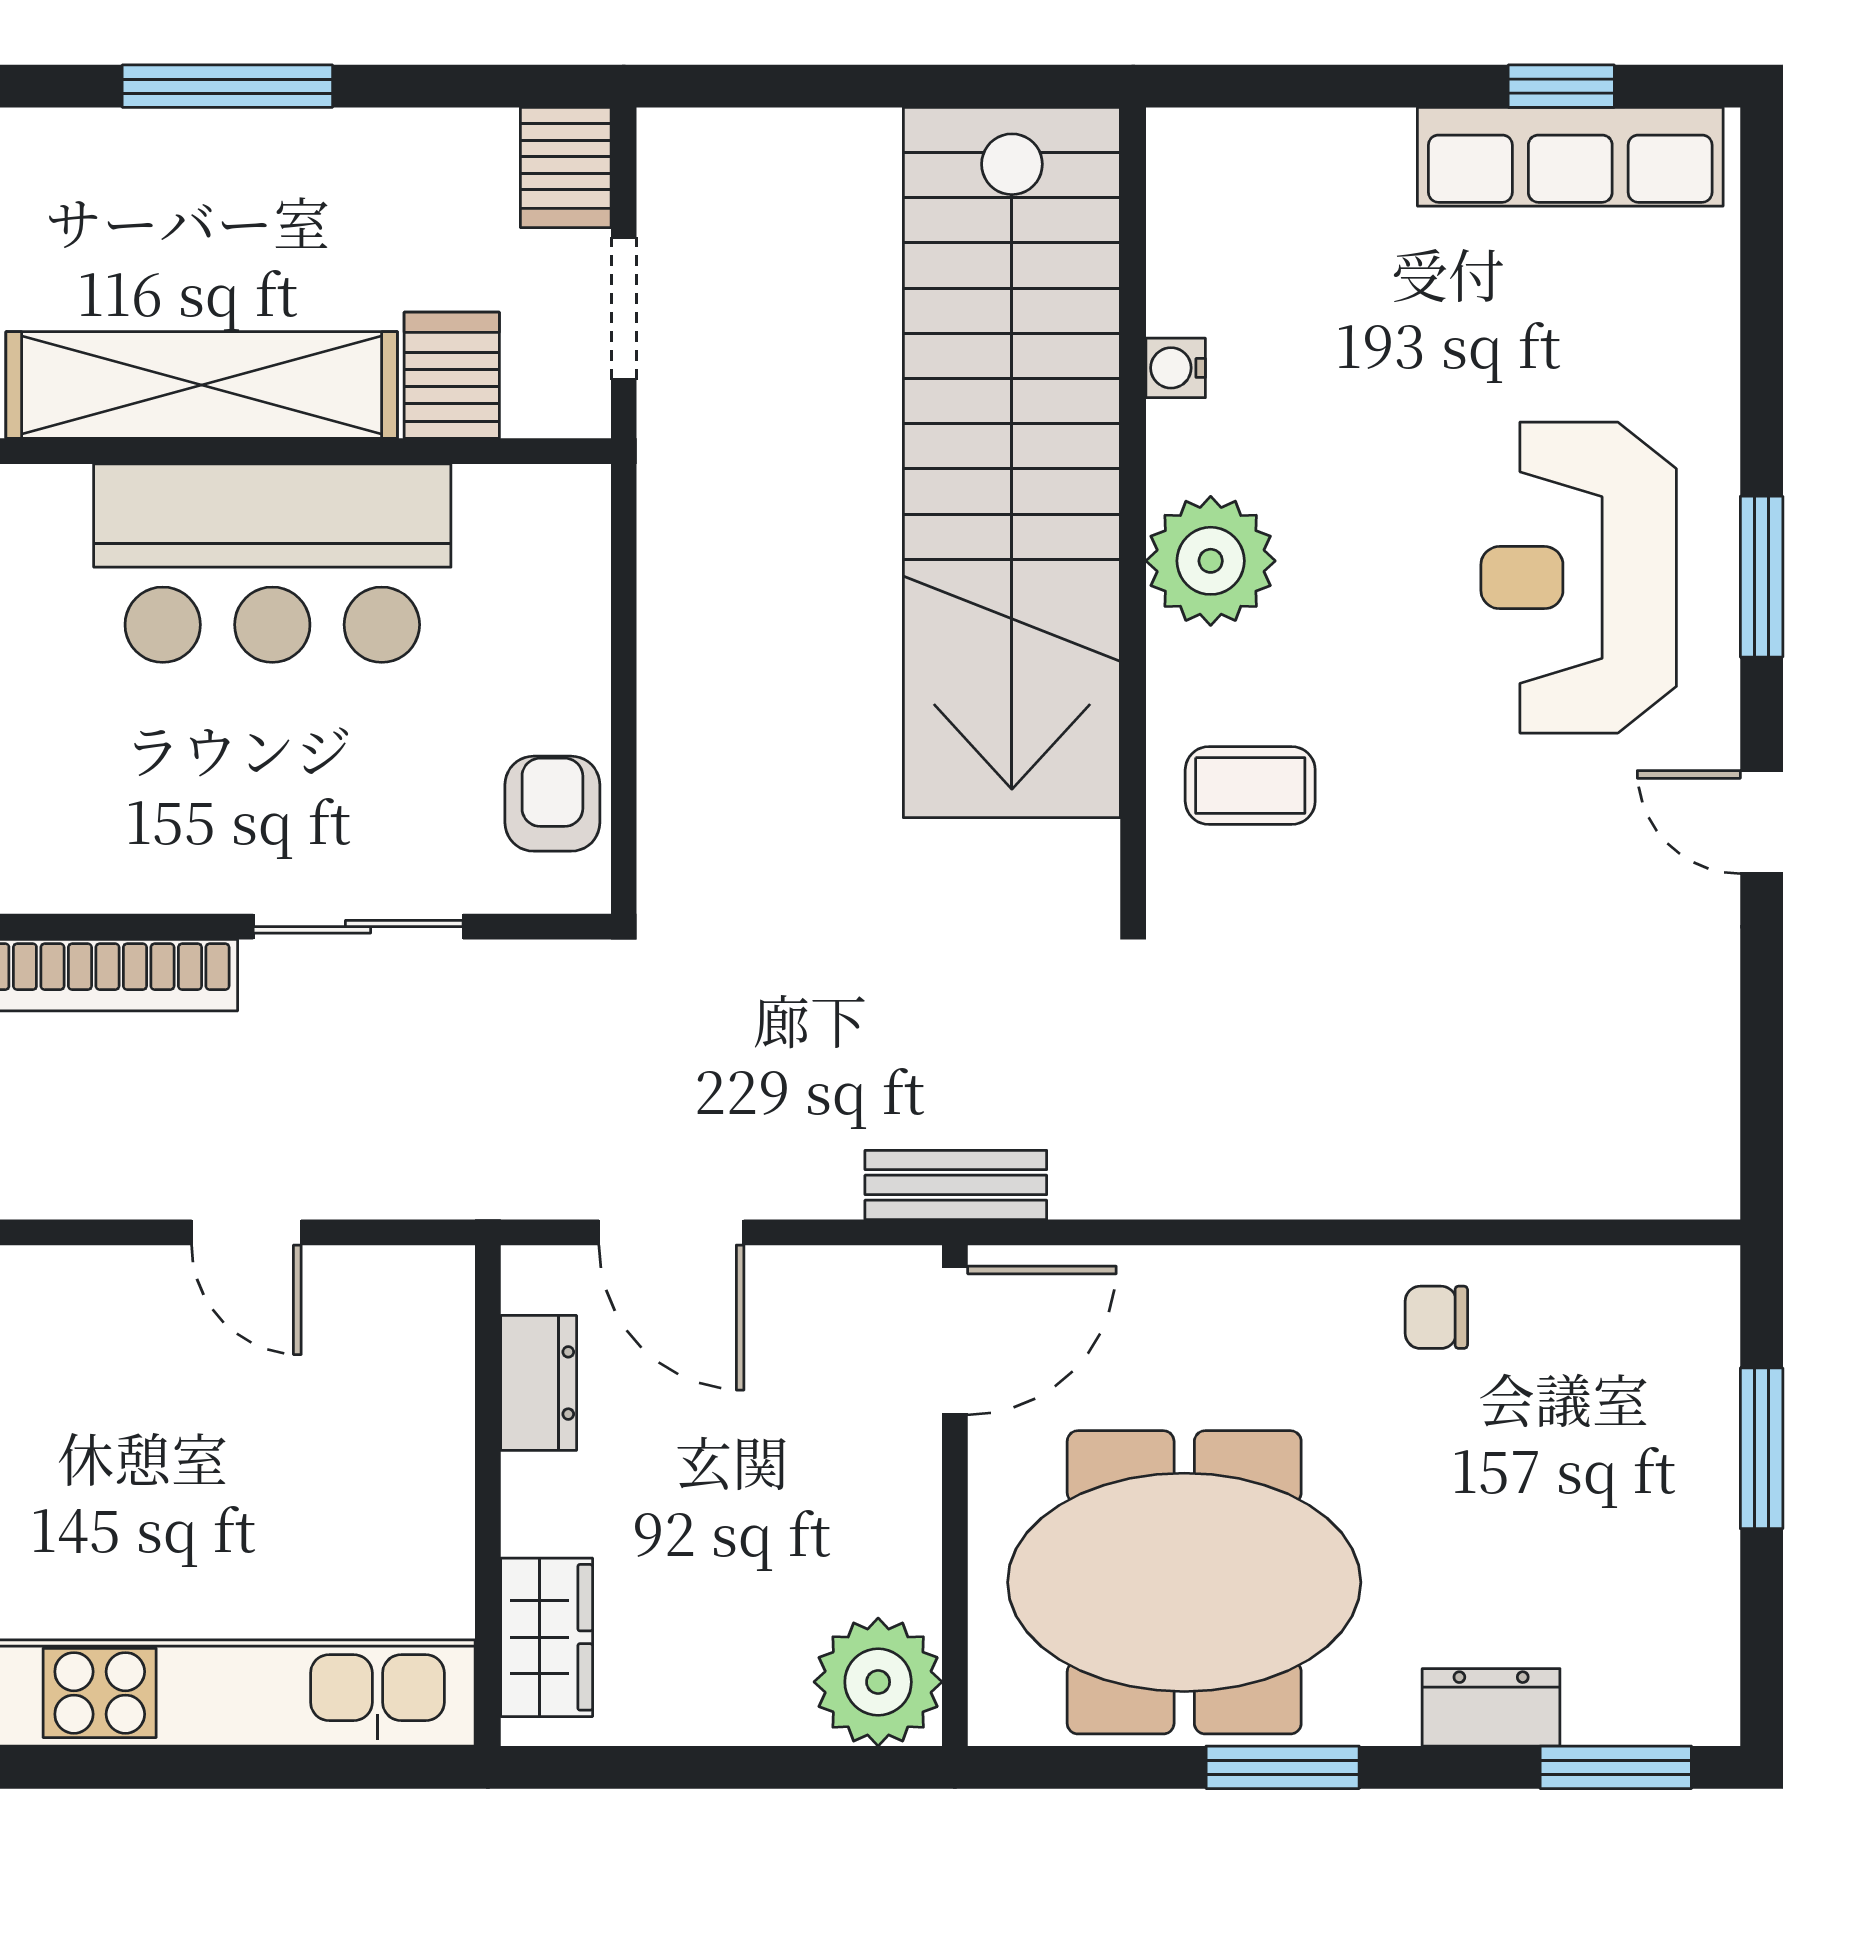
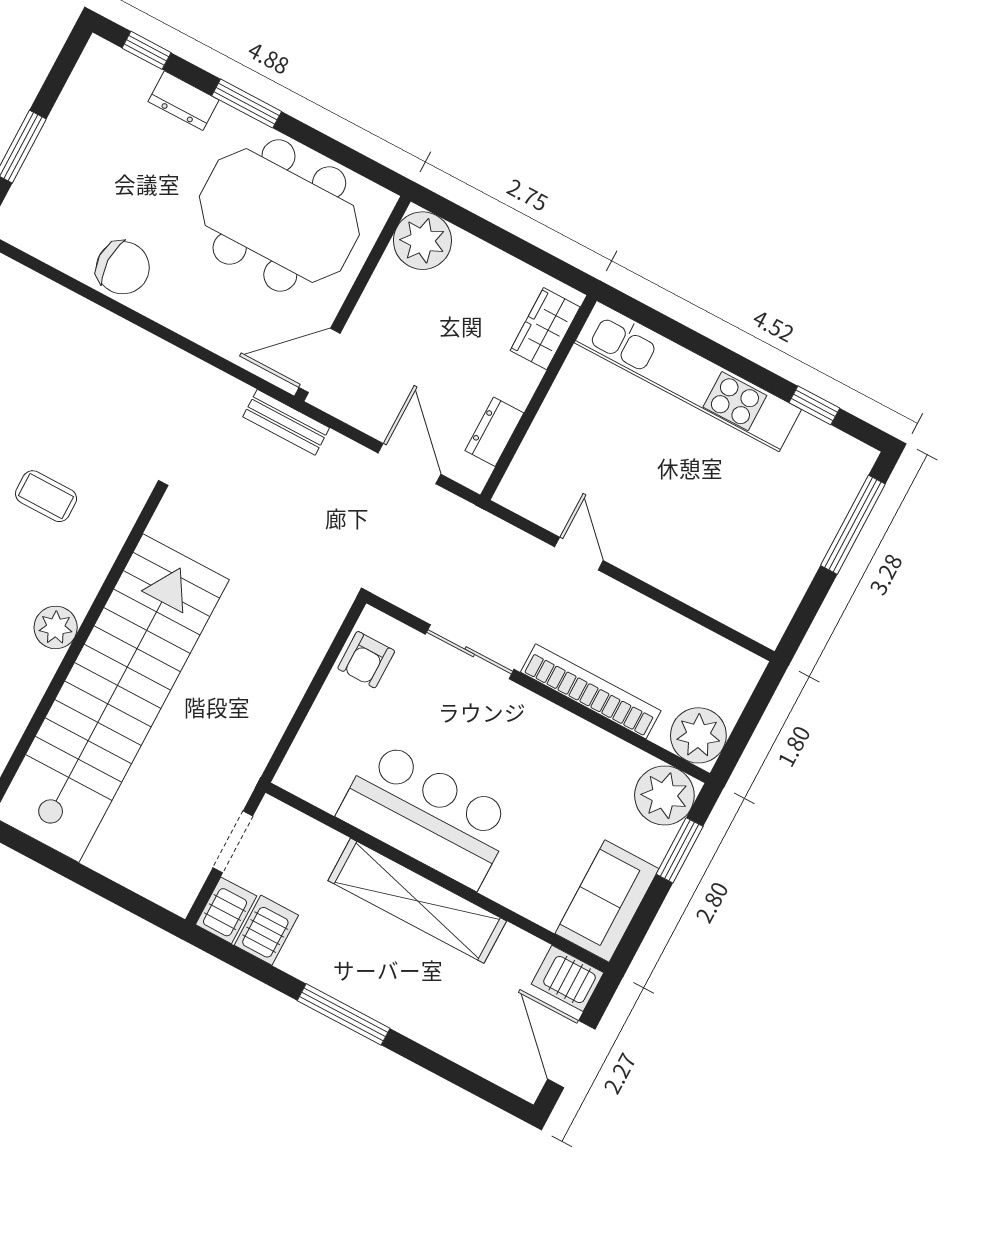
water cooler: (1176, 368) -> (25, 701), removed
server rack: (452, 375) -> (266, 930), moved, turned 180
plant: (1211, 561) -> (56, 627), width x0.73, depth x0.73
coffee table: (1250, 786) -> (46, 496), moved
chair: (1436, 1317) -> (123, 268), width x1.87, depth x1.87
window: (1283, 1767) -> (247, 104), moved
window: (1616, 1767) -> (147, 50), width x0.67

